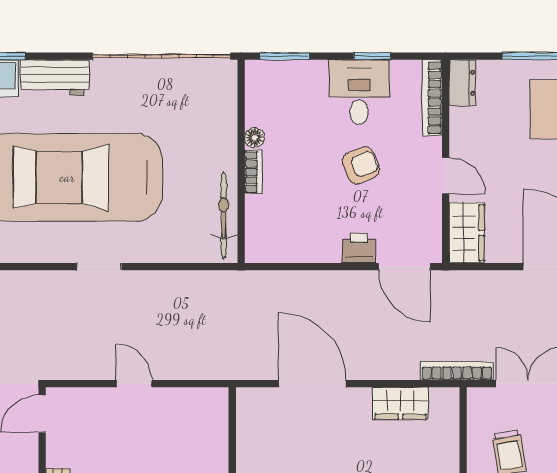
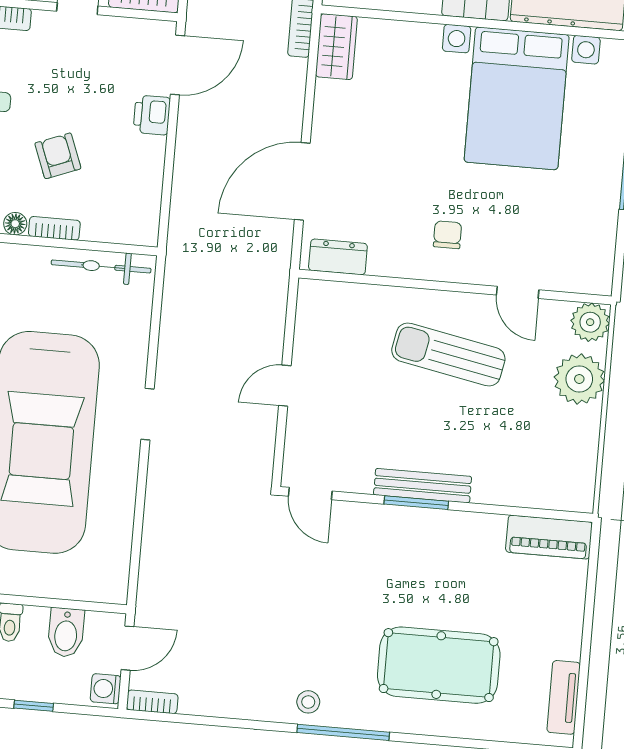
armchair: (361, 165) -> (58, 156), moved
wardrobe: (400, 403) -> (336, 47), moved
dresser: (250, 420) -> (338, 257), added

